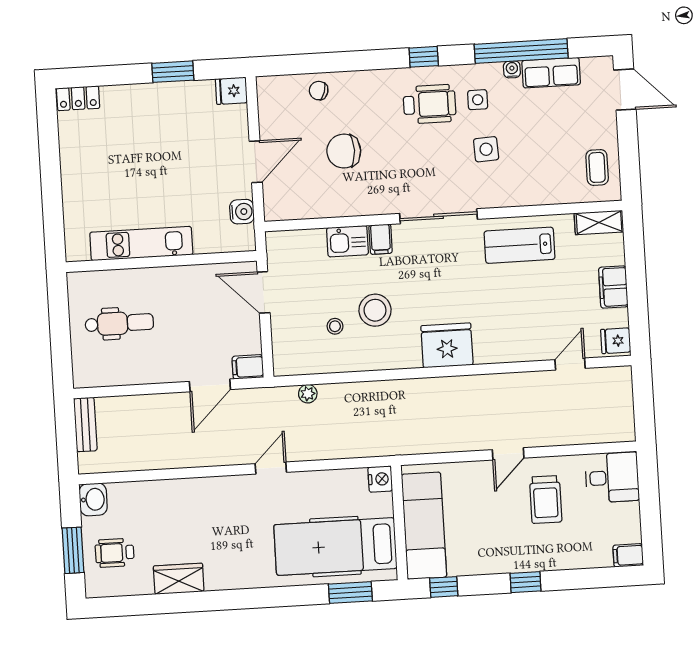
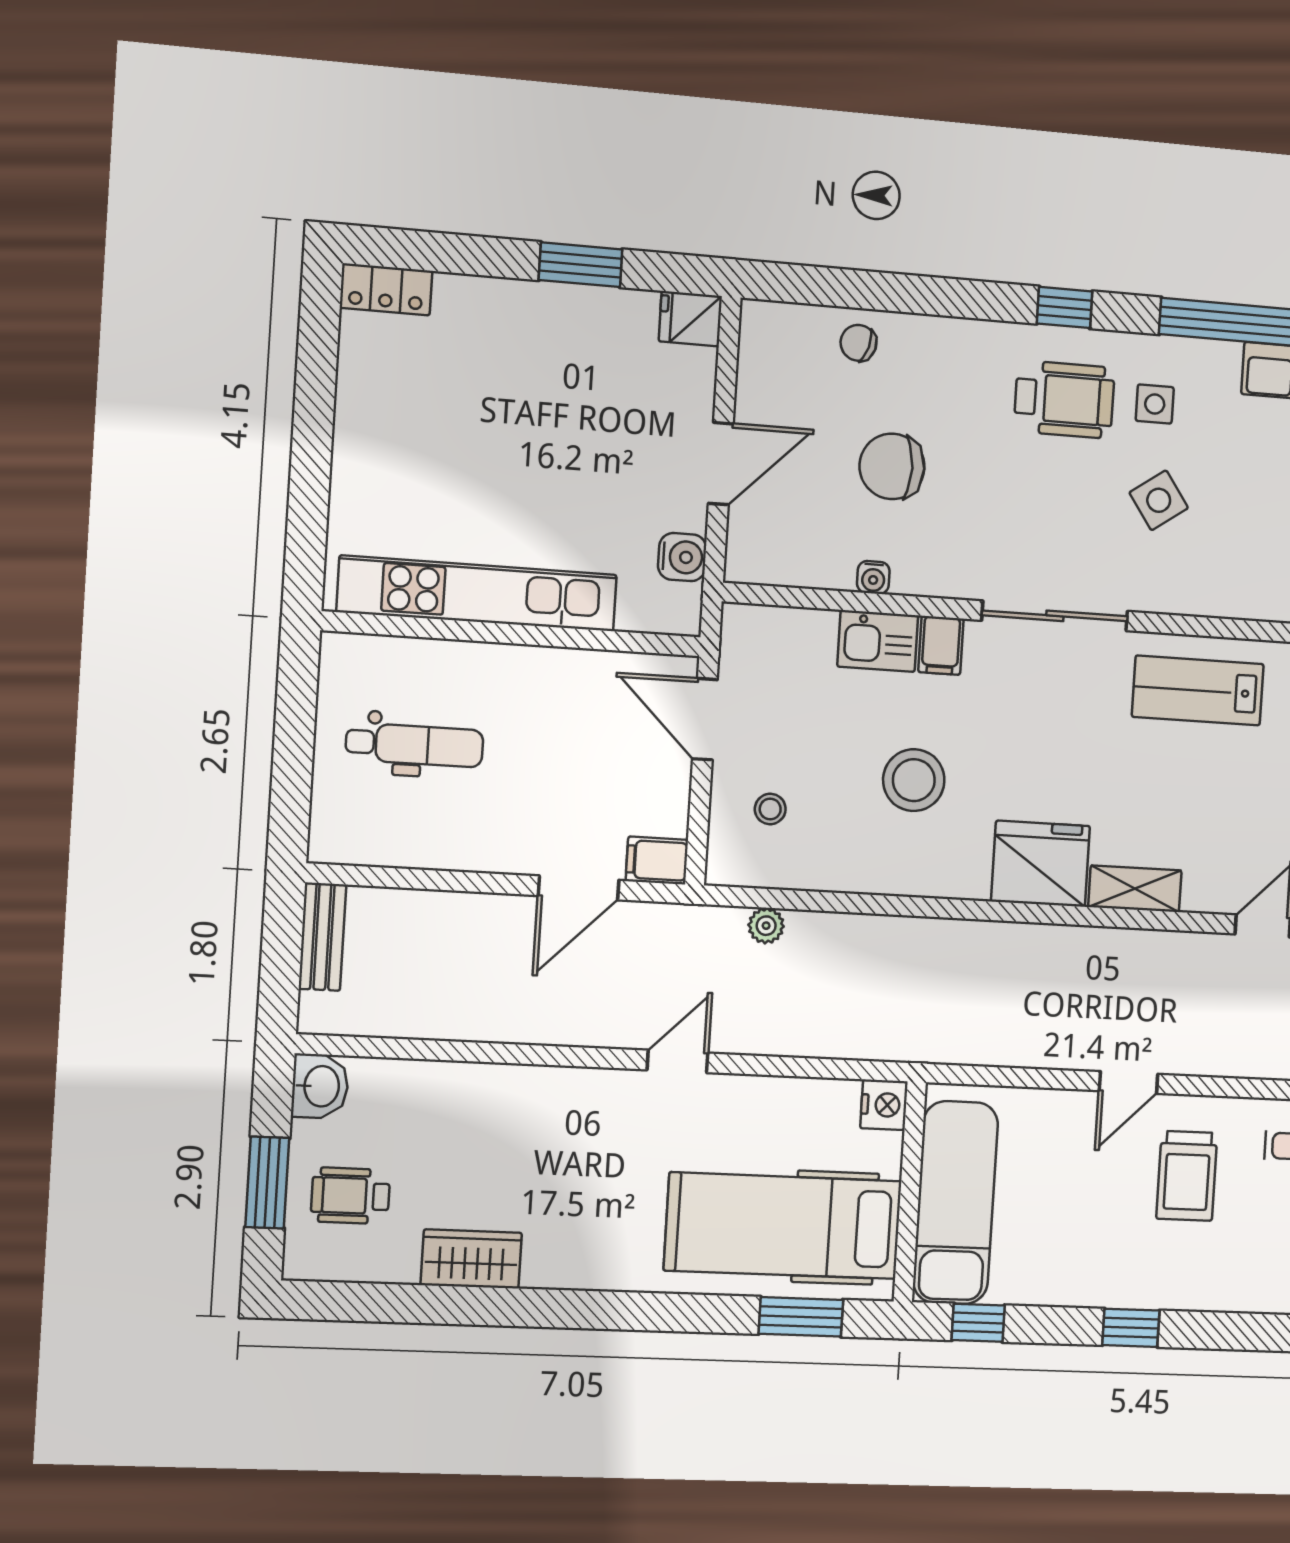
water cooler: (512, 69) -> (873, 577), moved, turned 180
side table: (486, 149) -> (1159, 500), turned -32
kitchen unit: (141, 244) -> (477, 593), width x1.36
stool: (335, 326) -> (770, 809), moved
shelving: (499, 352) -> (1135, 889), added

